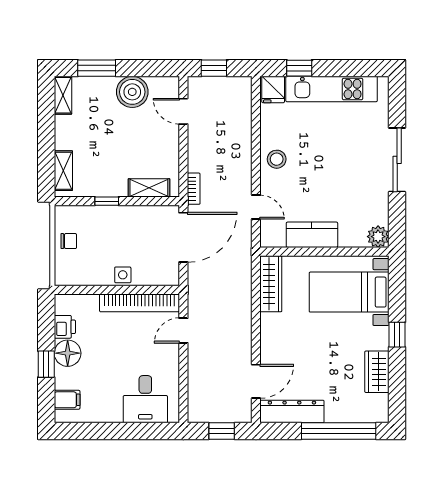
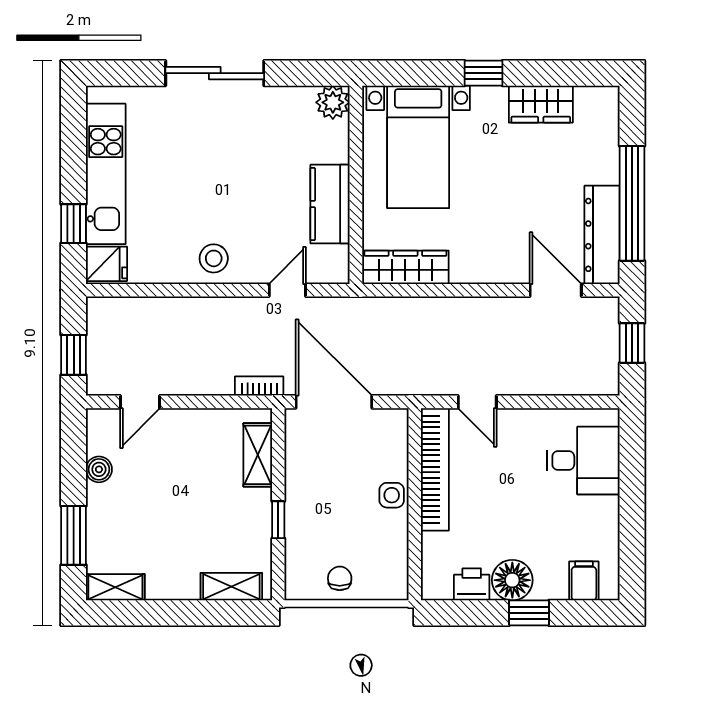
boiler: (132, 92) -> (99, 469), width x0.54, depth x0.54
window: (339, 431) -> (632, 203), moved

